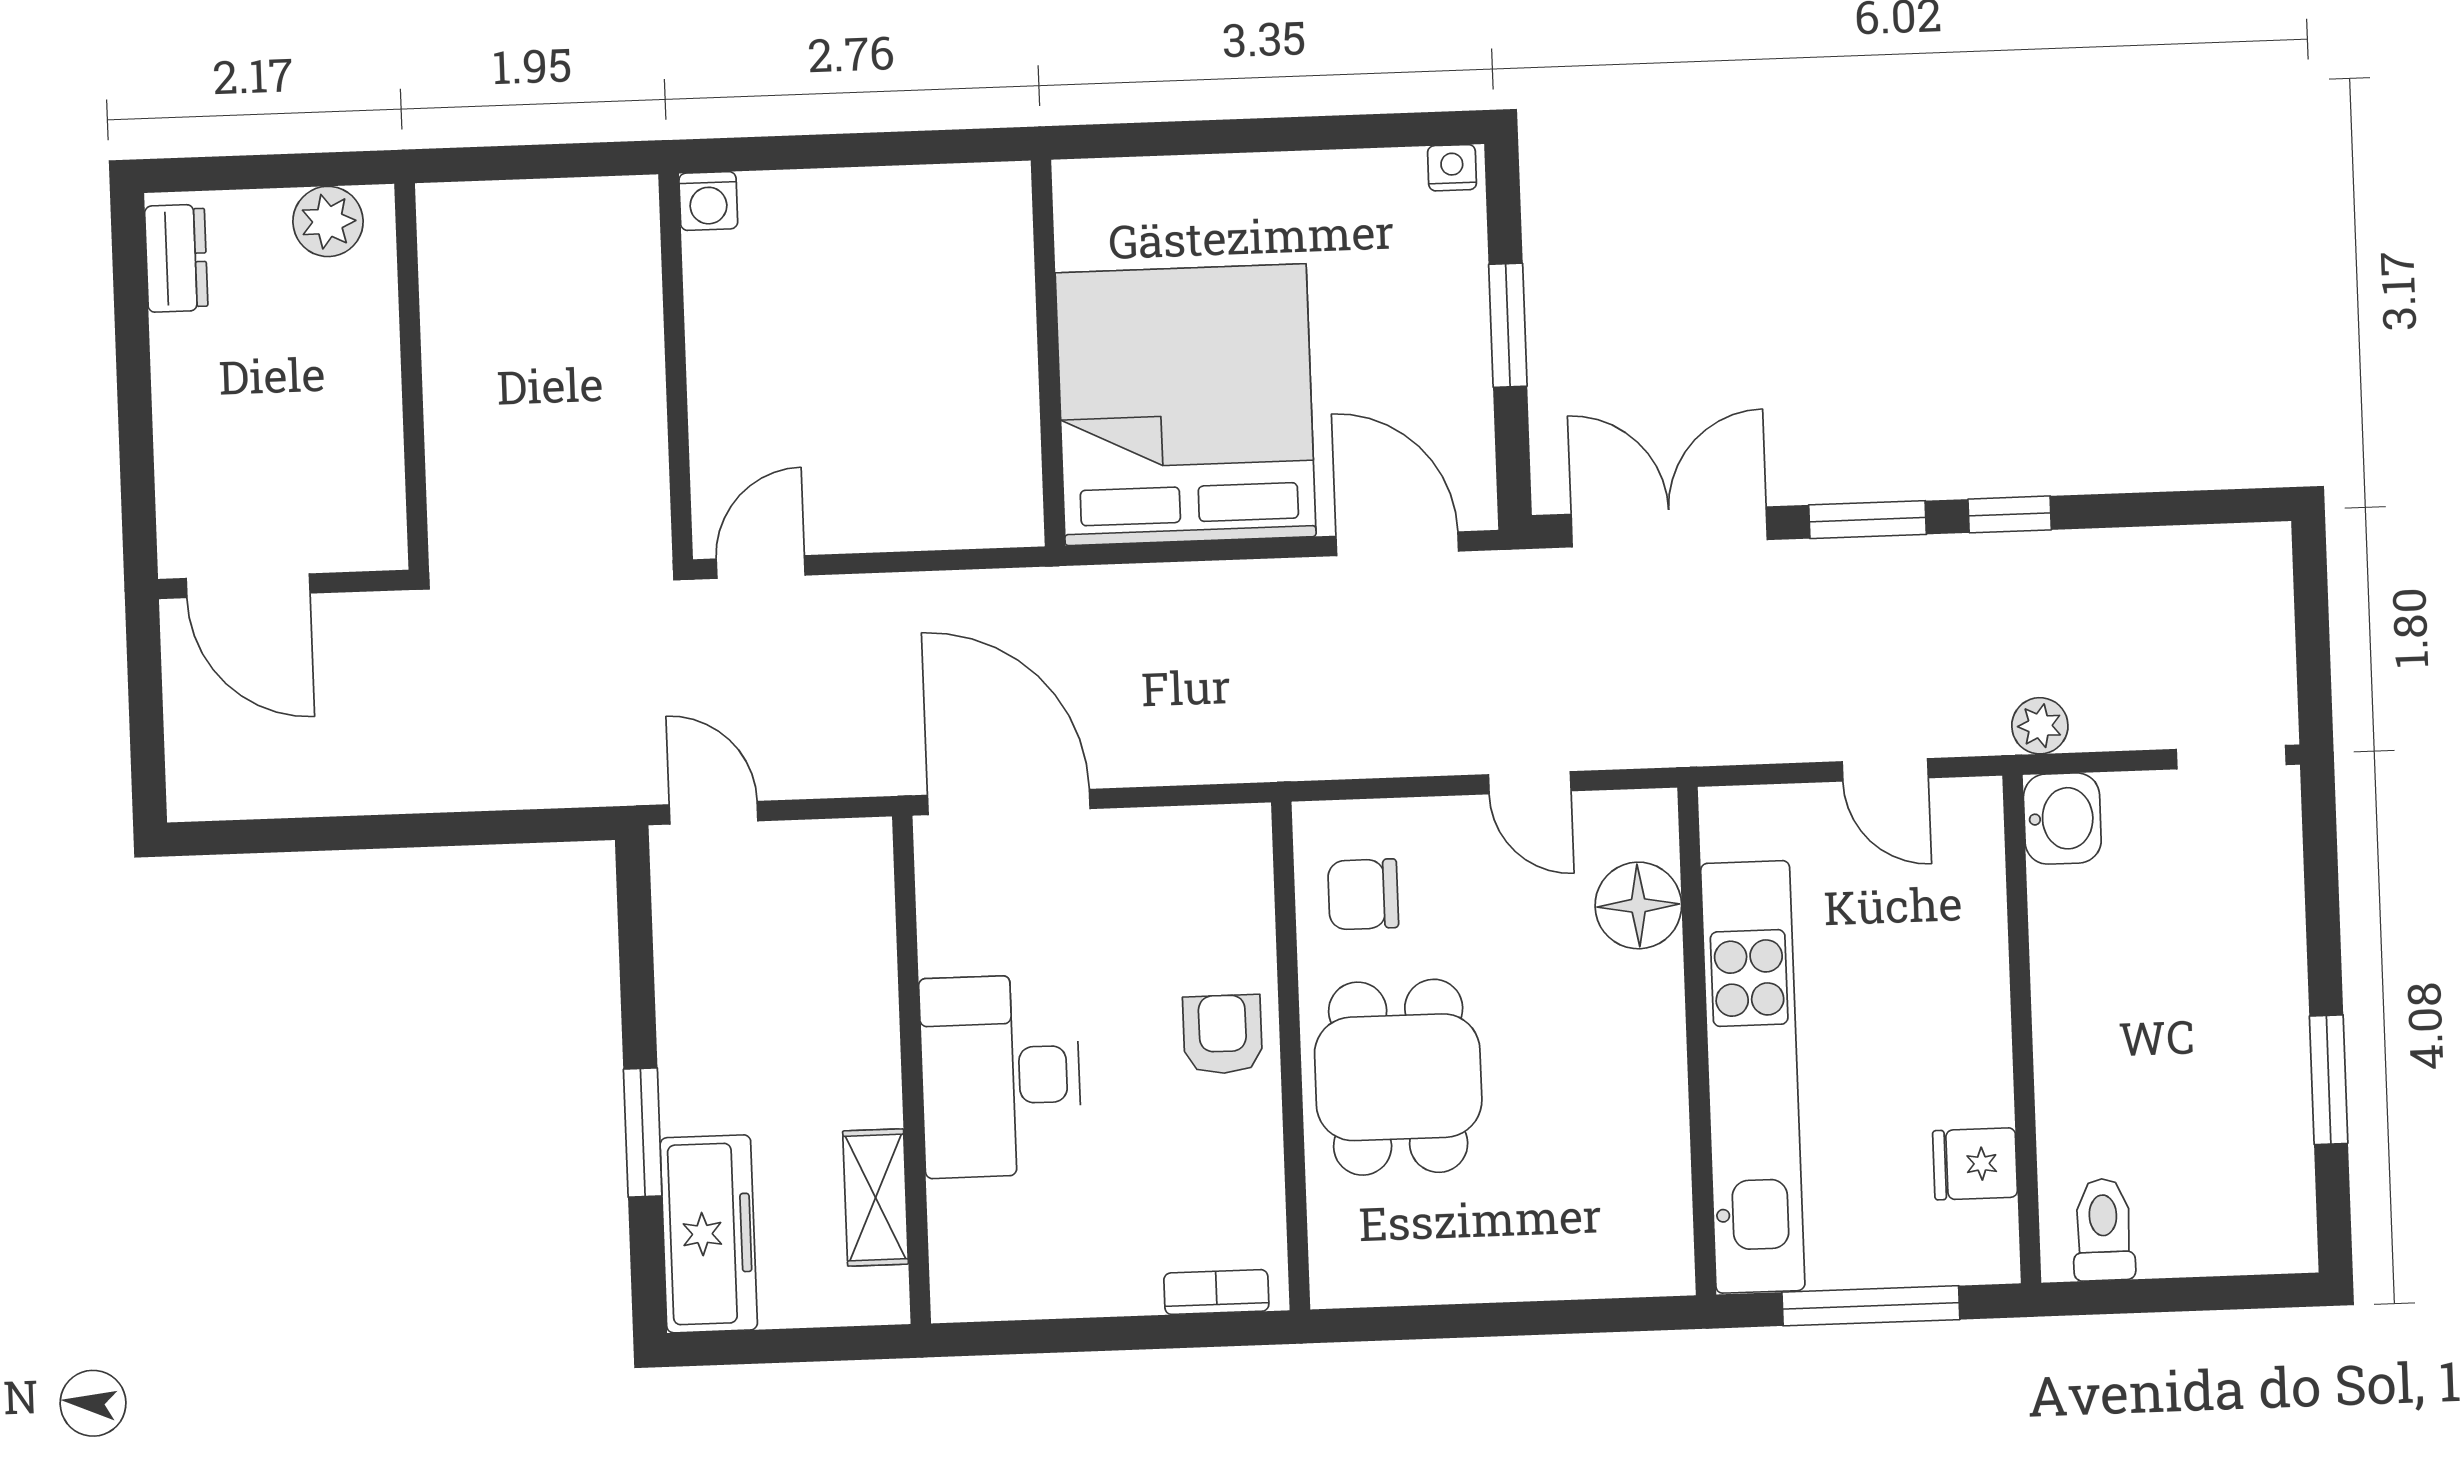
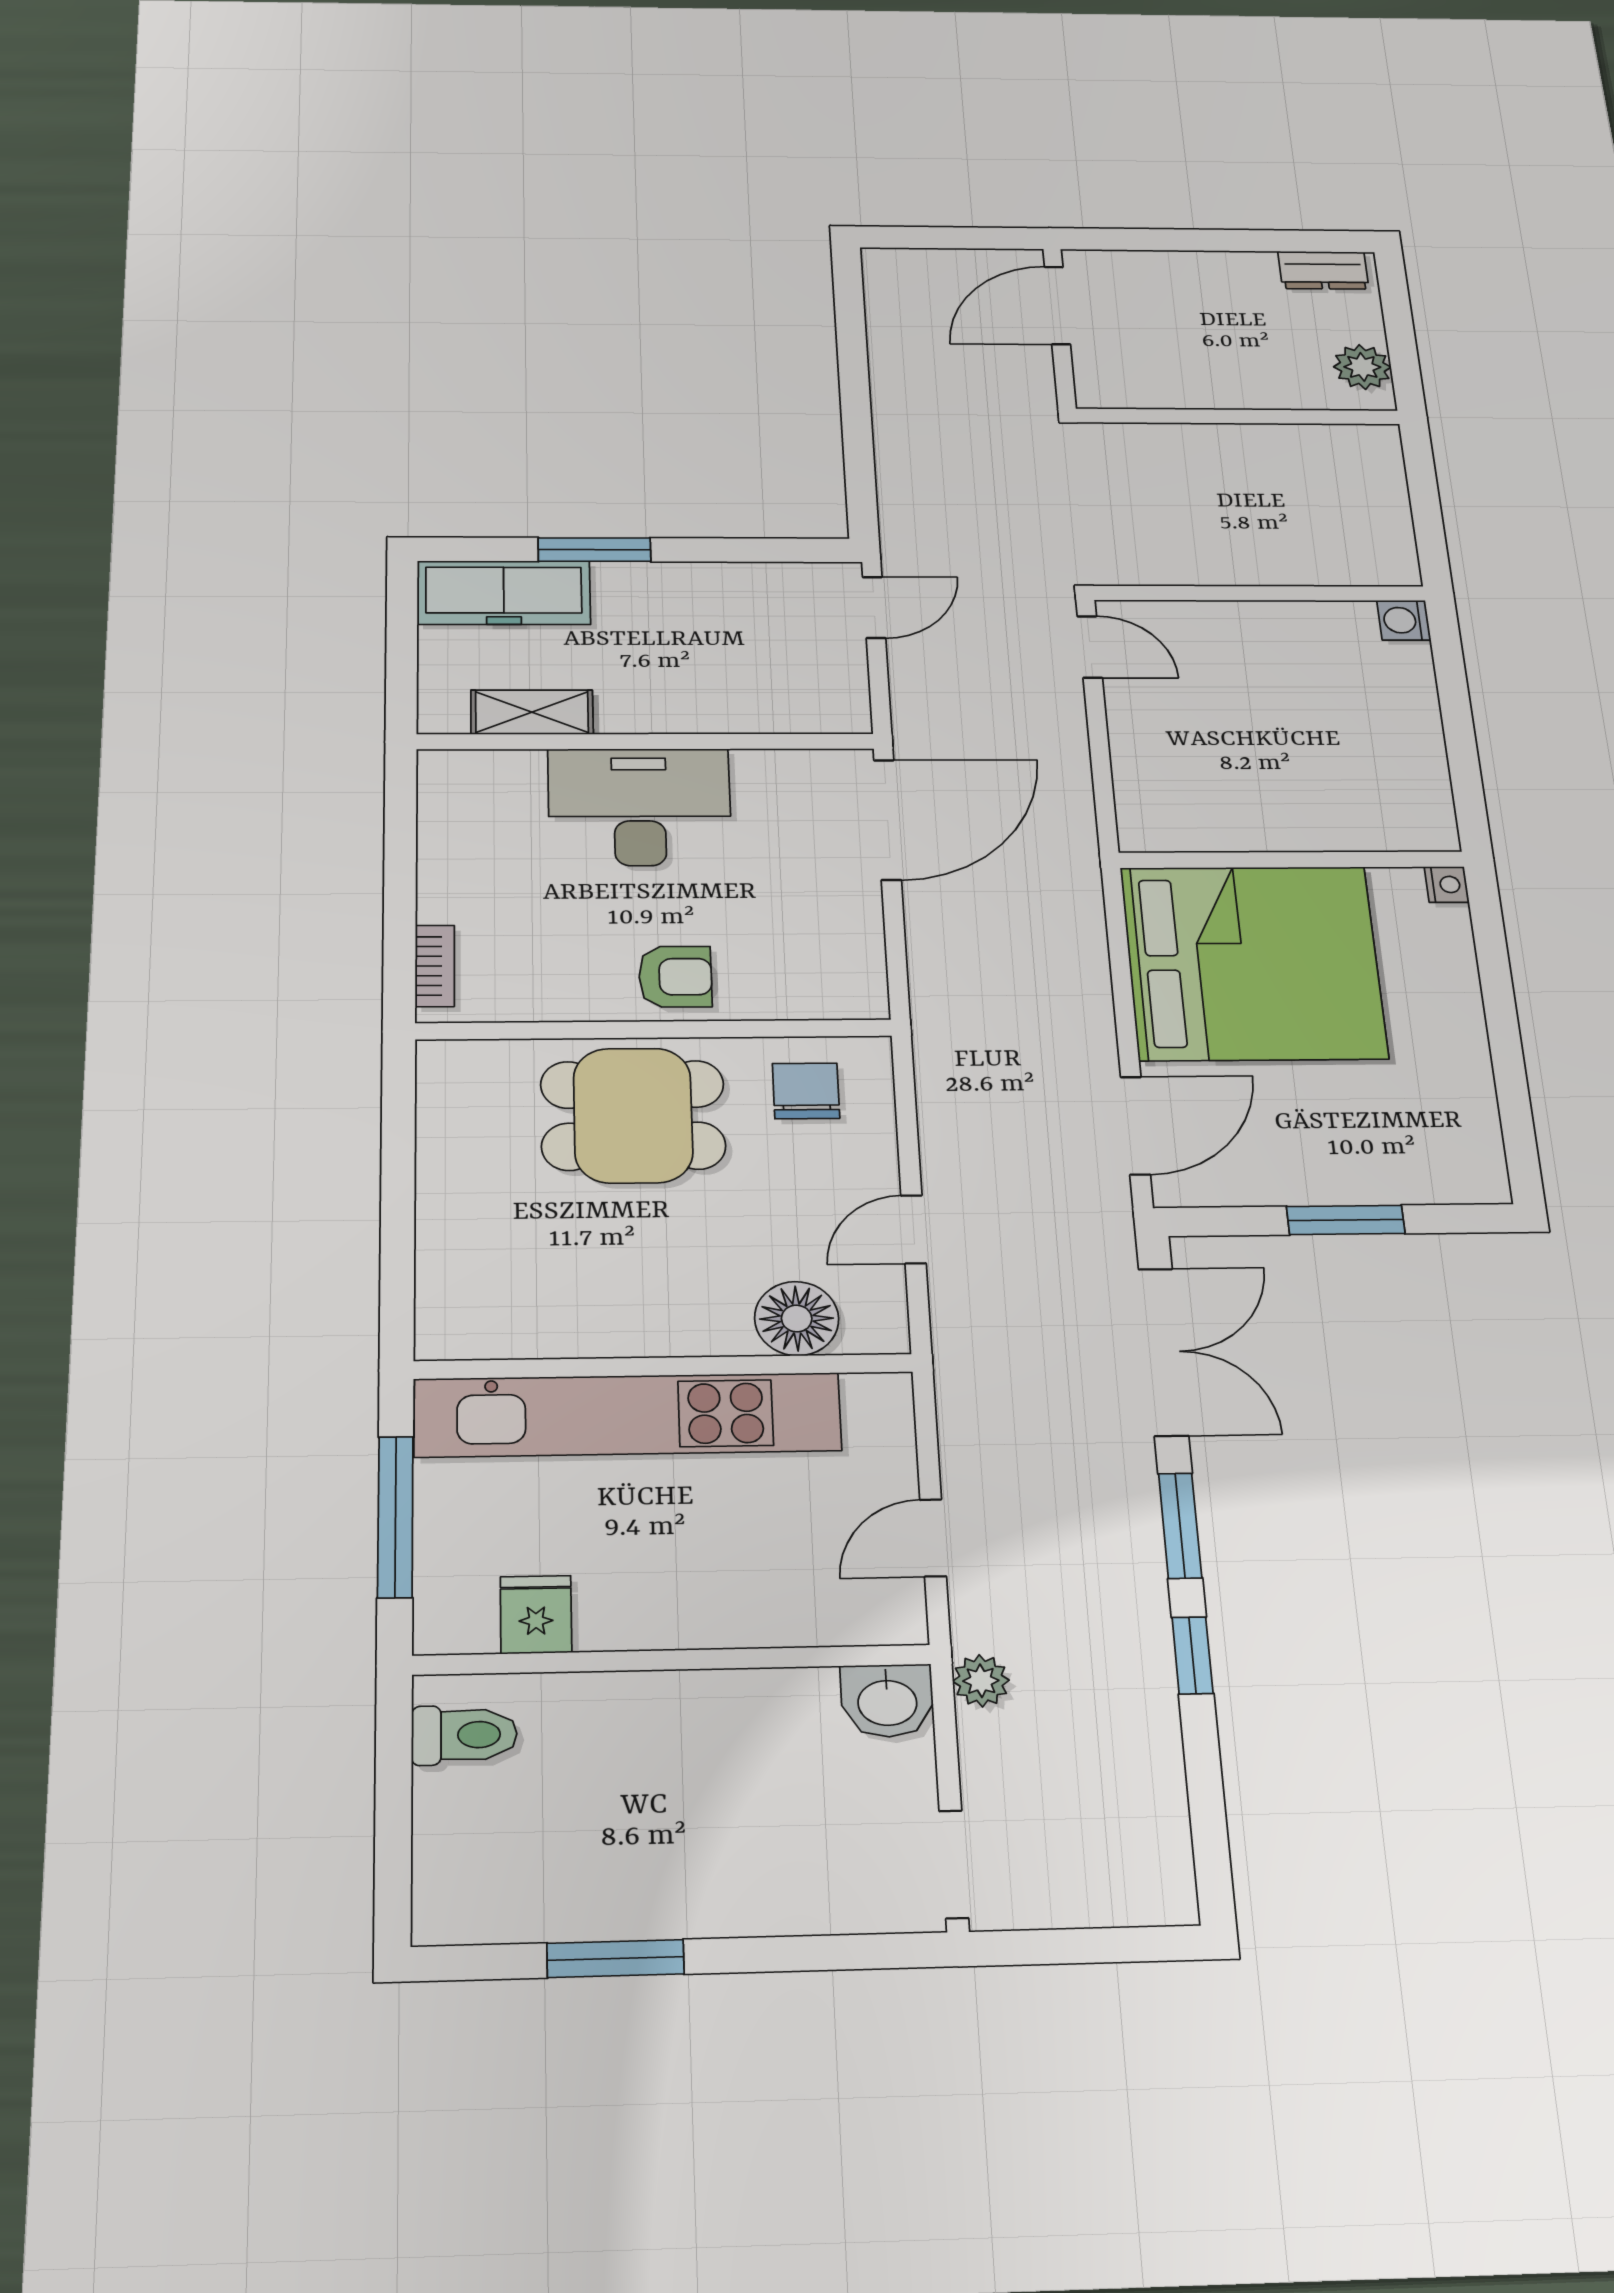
nightstand: (1452, 168) -> (1447, 884), moved

